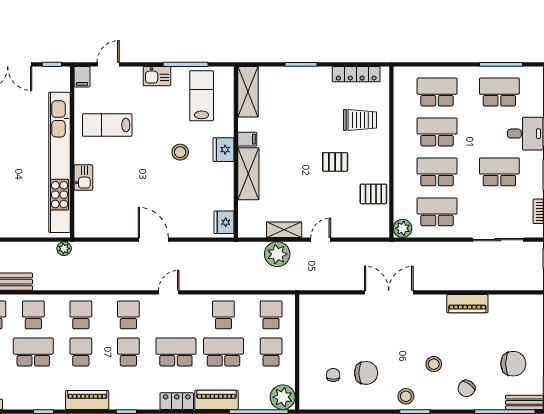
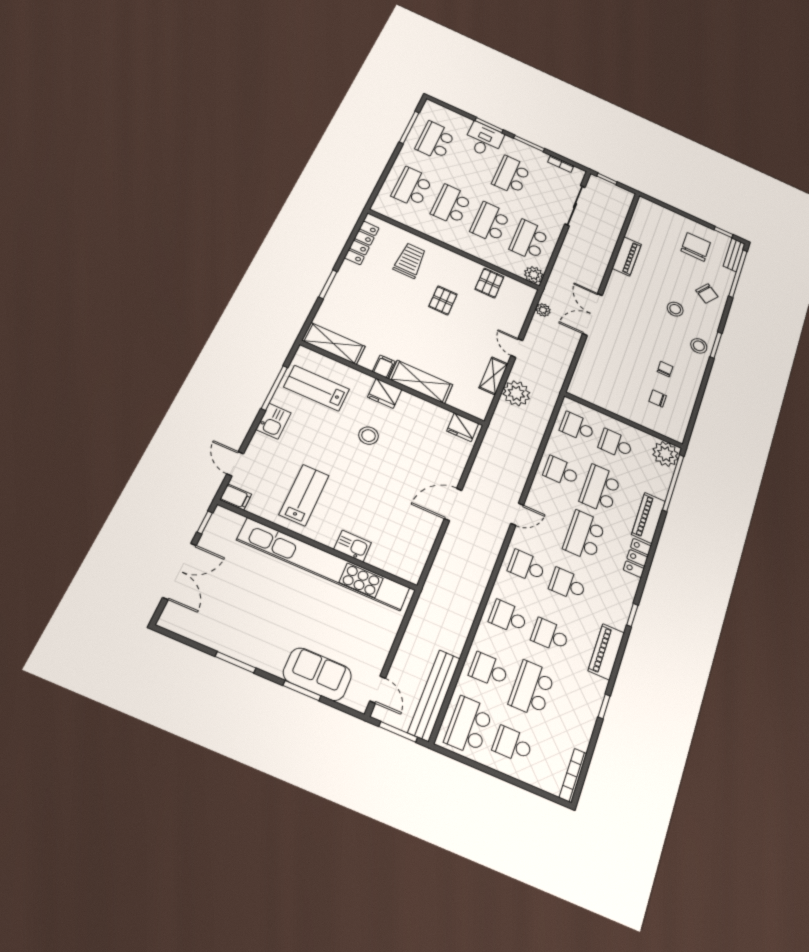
lab bench: (107, 125) -> (304, 495), turned 180
plant: (64, 249) -> (543, 310), moved
door: (169, 292) -> (517, 514), swing flipped
chair: (366, 373) -> (665, 369), width x0.54, depth x0.54

